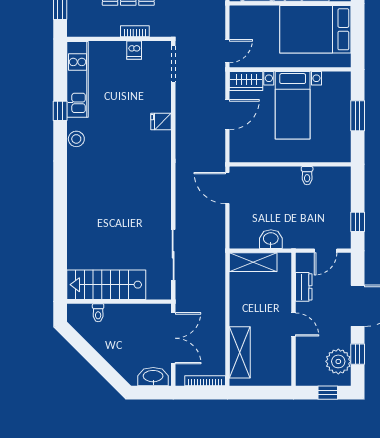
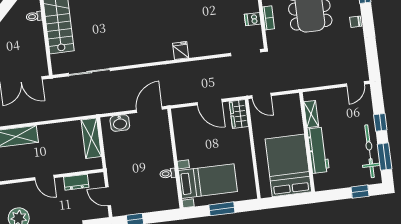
bed with nightstands: (293, 105) -> (208, 181), moved, turned 180
fridge: (161, 121) -> (181, 51), moved
washbasin: (271, 239) -> (120, 123), moved, turned 90
door: (294, 325) -> (44, 178), hinge flipped

